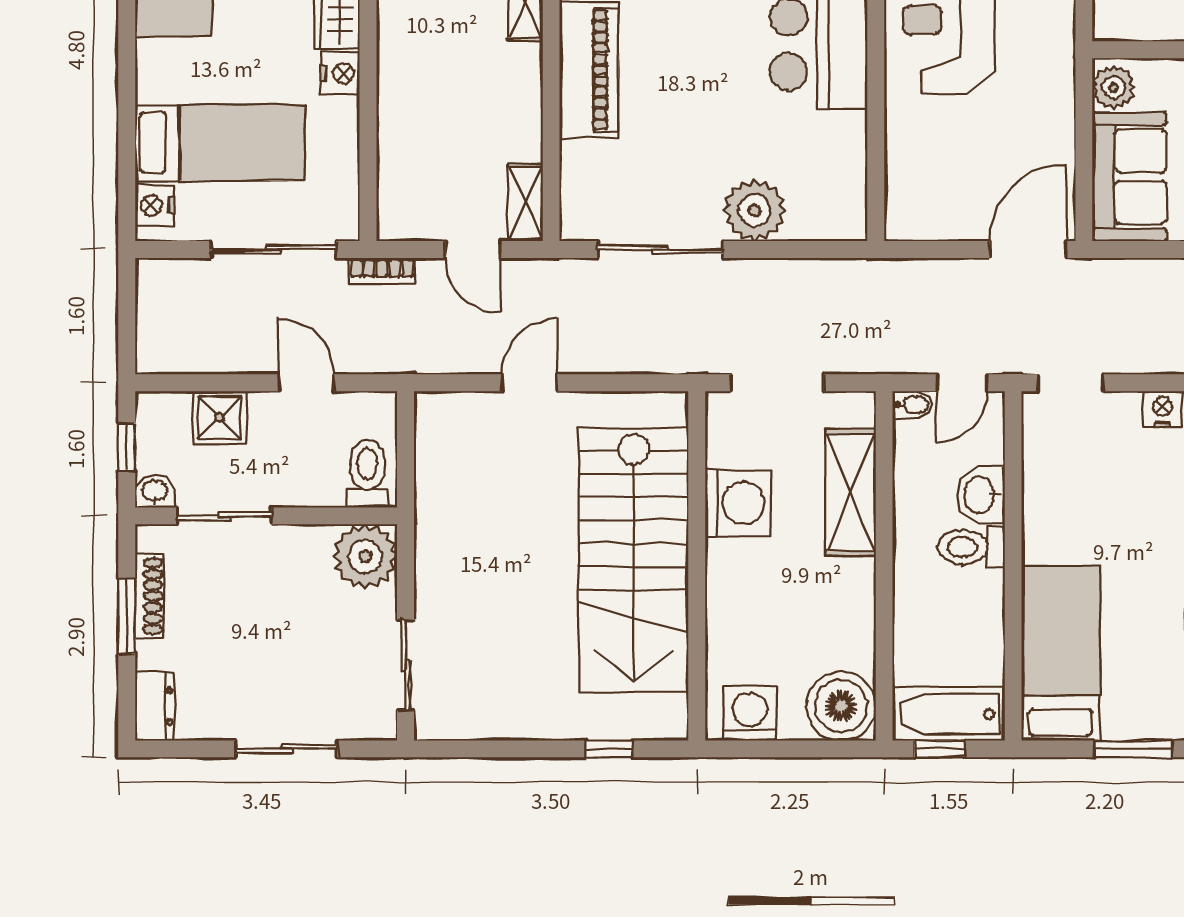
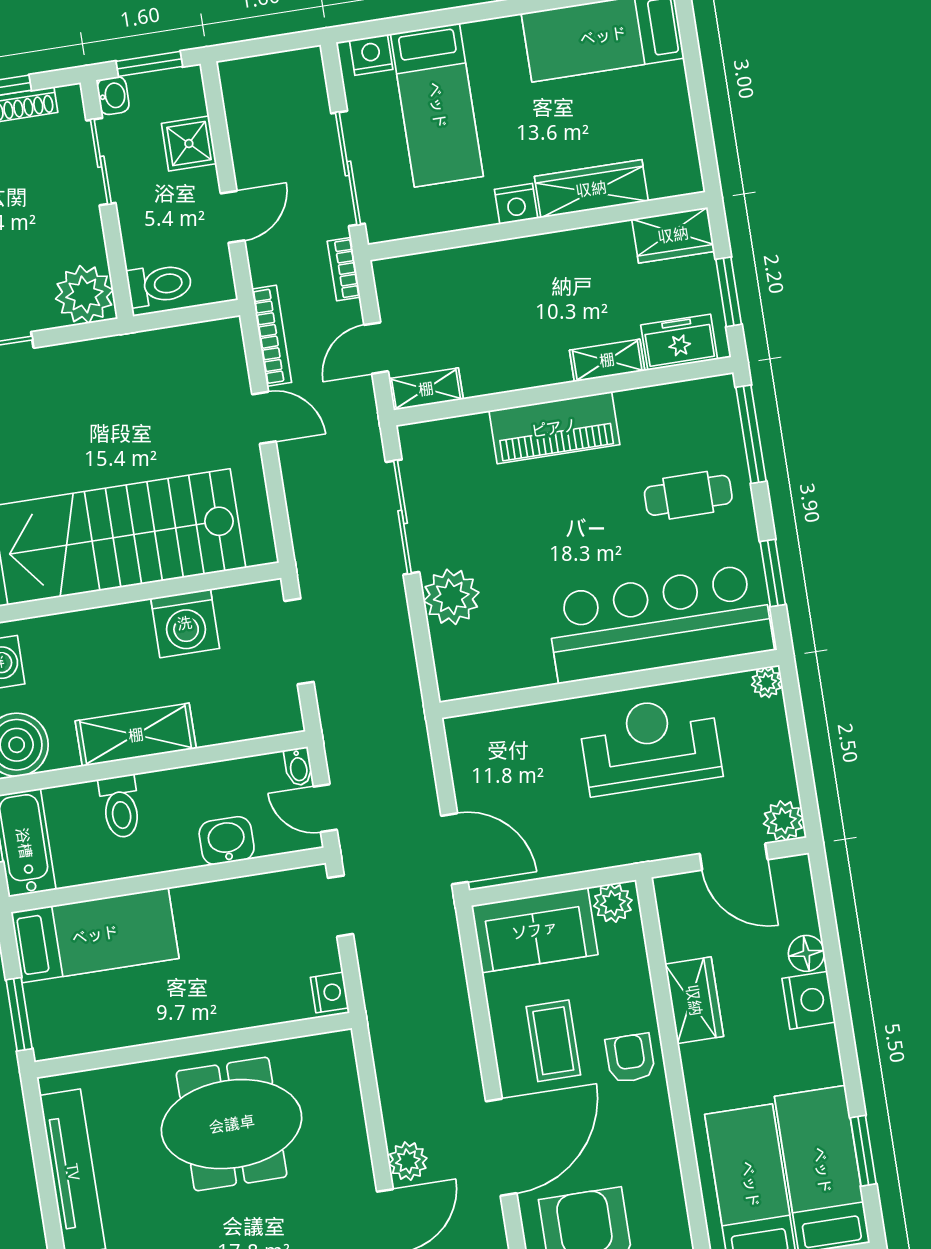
bookcase: (442, 361) -> (272, 336), added
window: (127, 447) -> (149, 64), width x1.50
shelving: (850, 492) -> (136, 735), moved
toilet: (971, 547) -> (120, 807), moved, turned 180

